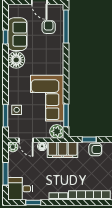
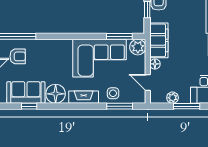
armchair: (49, 27) -> (18, 56), turned 180
fireplace: (13, 84) -> (84, 97), added
door: (26, 140) -> (148, 82), swing flipped
plant: (13, 147) -> (173, 98), moved

